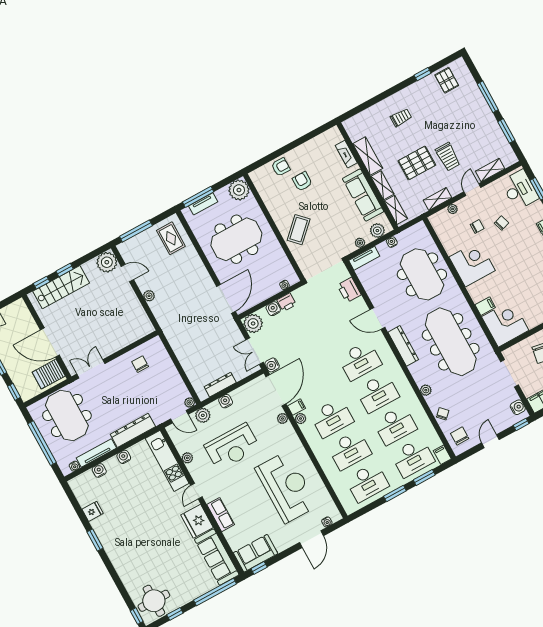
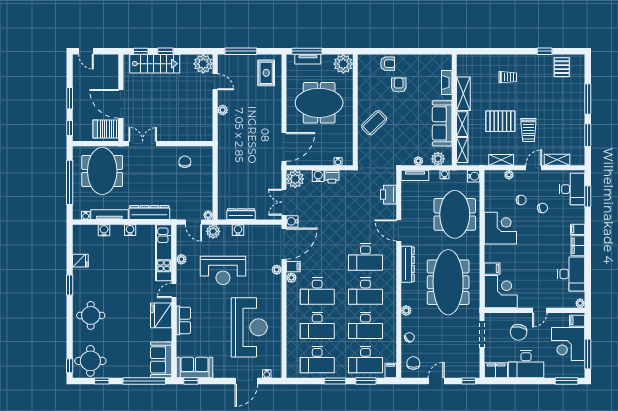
water cooler: (518, 407) -> (474, 176), moved
sofa: (217, 557) -> (161, 360), width x0.73
round table: (131, 558) -> (91, 315), added

